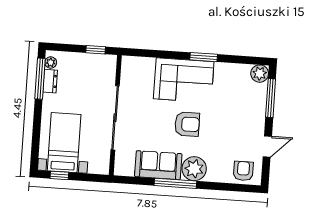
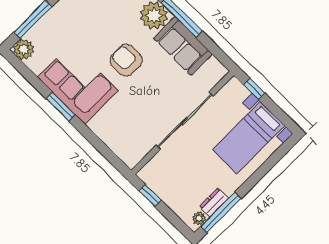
corner sofa: (184, 80) -> (78, 84), moved
window: (59, 175) -> (254, 89), moved

